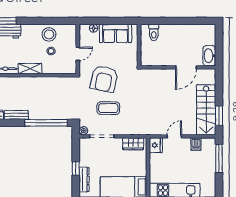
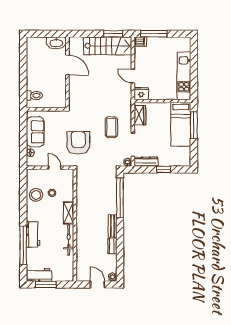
armchair: (104, 79) -> (78, 143), turned -102
coffee table: (108, 108) -> (111, 127), moved
dishwasher: (196, 144) -> (140, 42), moved
dresser: (84, 180) -> (146, 162), moved

